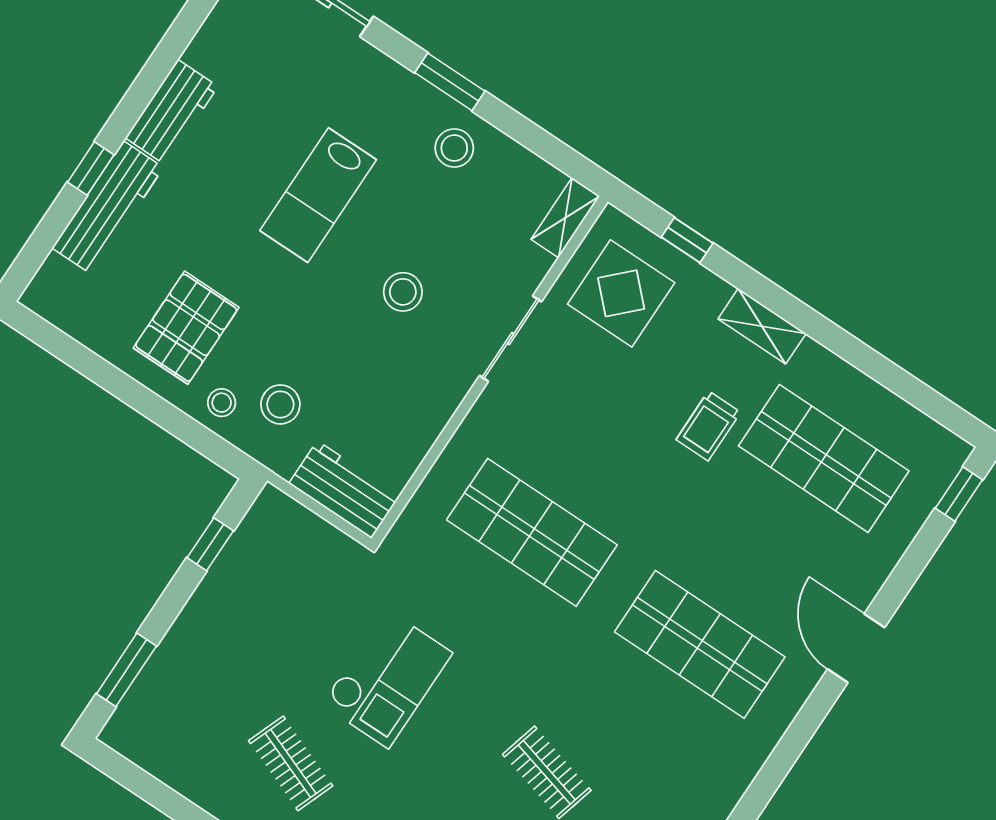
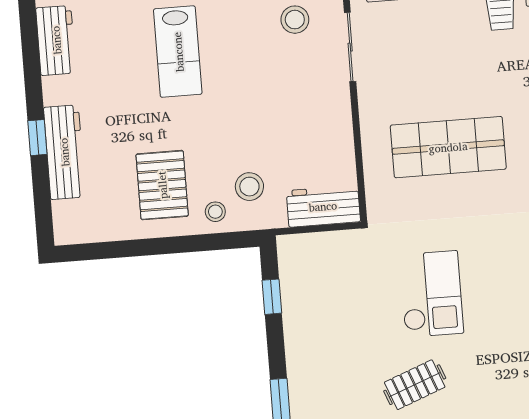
workbench: (172, 112) -> (56, 40), moved
stool: (403, 292) -> (295, 20), moved
clothes rail: (291, 763) -> (415, 385), turned -42

